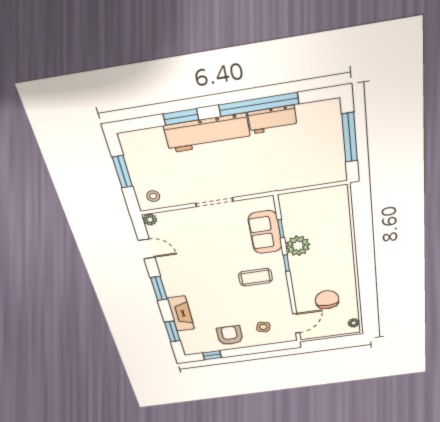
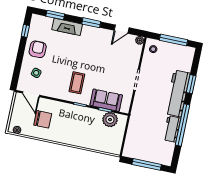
window: (122, 172) -> (173, 40), width x1.44
plant: (298, 246) -> (110, 120), moved
armchair: (230, 335) -> (38, 49), turned -90

